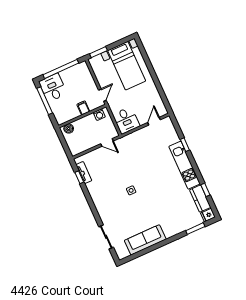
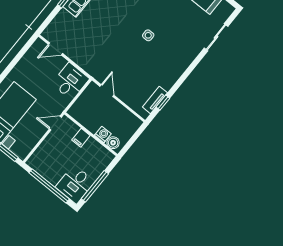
washing machine: (99, 115) -> (103, 134), moved

